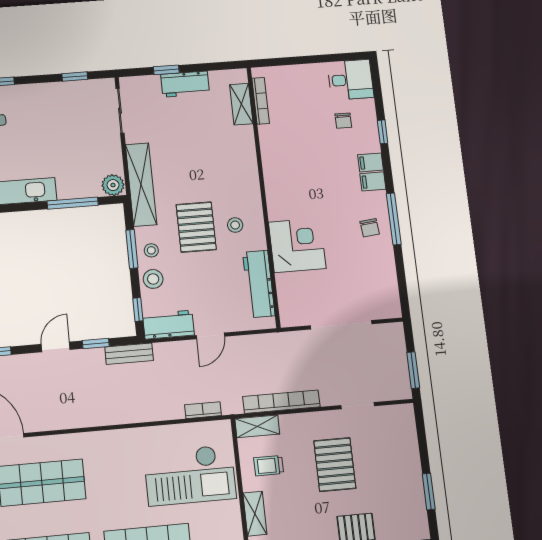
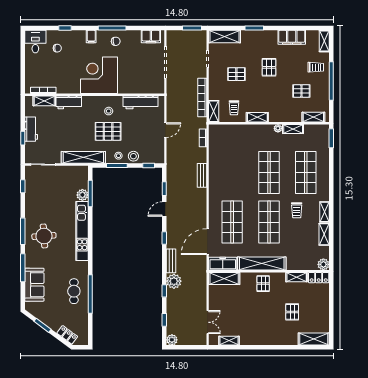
filing cabinet: (371, 162) -> (151, 37), moved, width x2.00
plant: (113, 185) -> (82, 195), moved
corner desk: (297, 245) -> (99, 75), moved, width x1.36, depth x1.36
workbench: (168, 325) -> (69, 102), moved, turned -90
door: (210, 336) -> (165, 130), hinge flipped
door: (56, 347) -> (164, 209), hinge flipped
bench: (129, 354) -> (202, 175), moved
shelving: (405, 435) -> (224, 37), added
pallet: (335, 465) -> (236, 74), width x0.67, depth x0.71
checkout: (190, 475) -> (235, 148), removed

